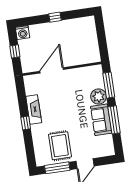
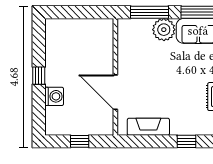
washing machine: (23, 33) -> (54, 96), moved
fireplace: (34, 110) -> (148, 127), moved

